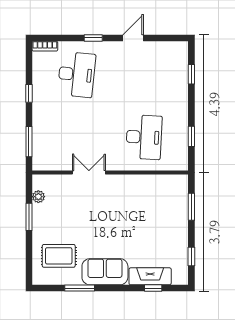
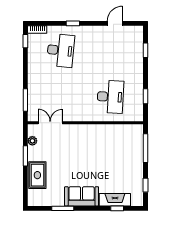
door: (133, 38) -> (115, 23), moved
window: (29, 93) -> (25, 41), moved
double door: (89, 172) -> (50, 123), moved
window: (191, 207) -> (145, 148), width x1.44
rug: (59, 256) -> (37, 175), moved, turned 90

